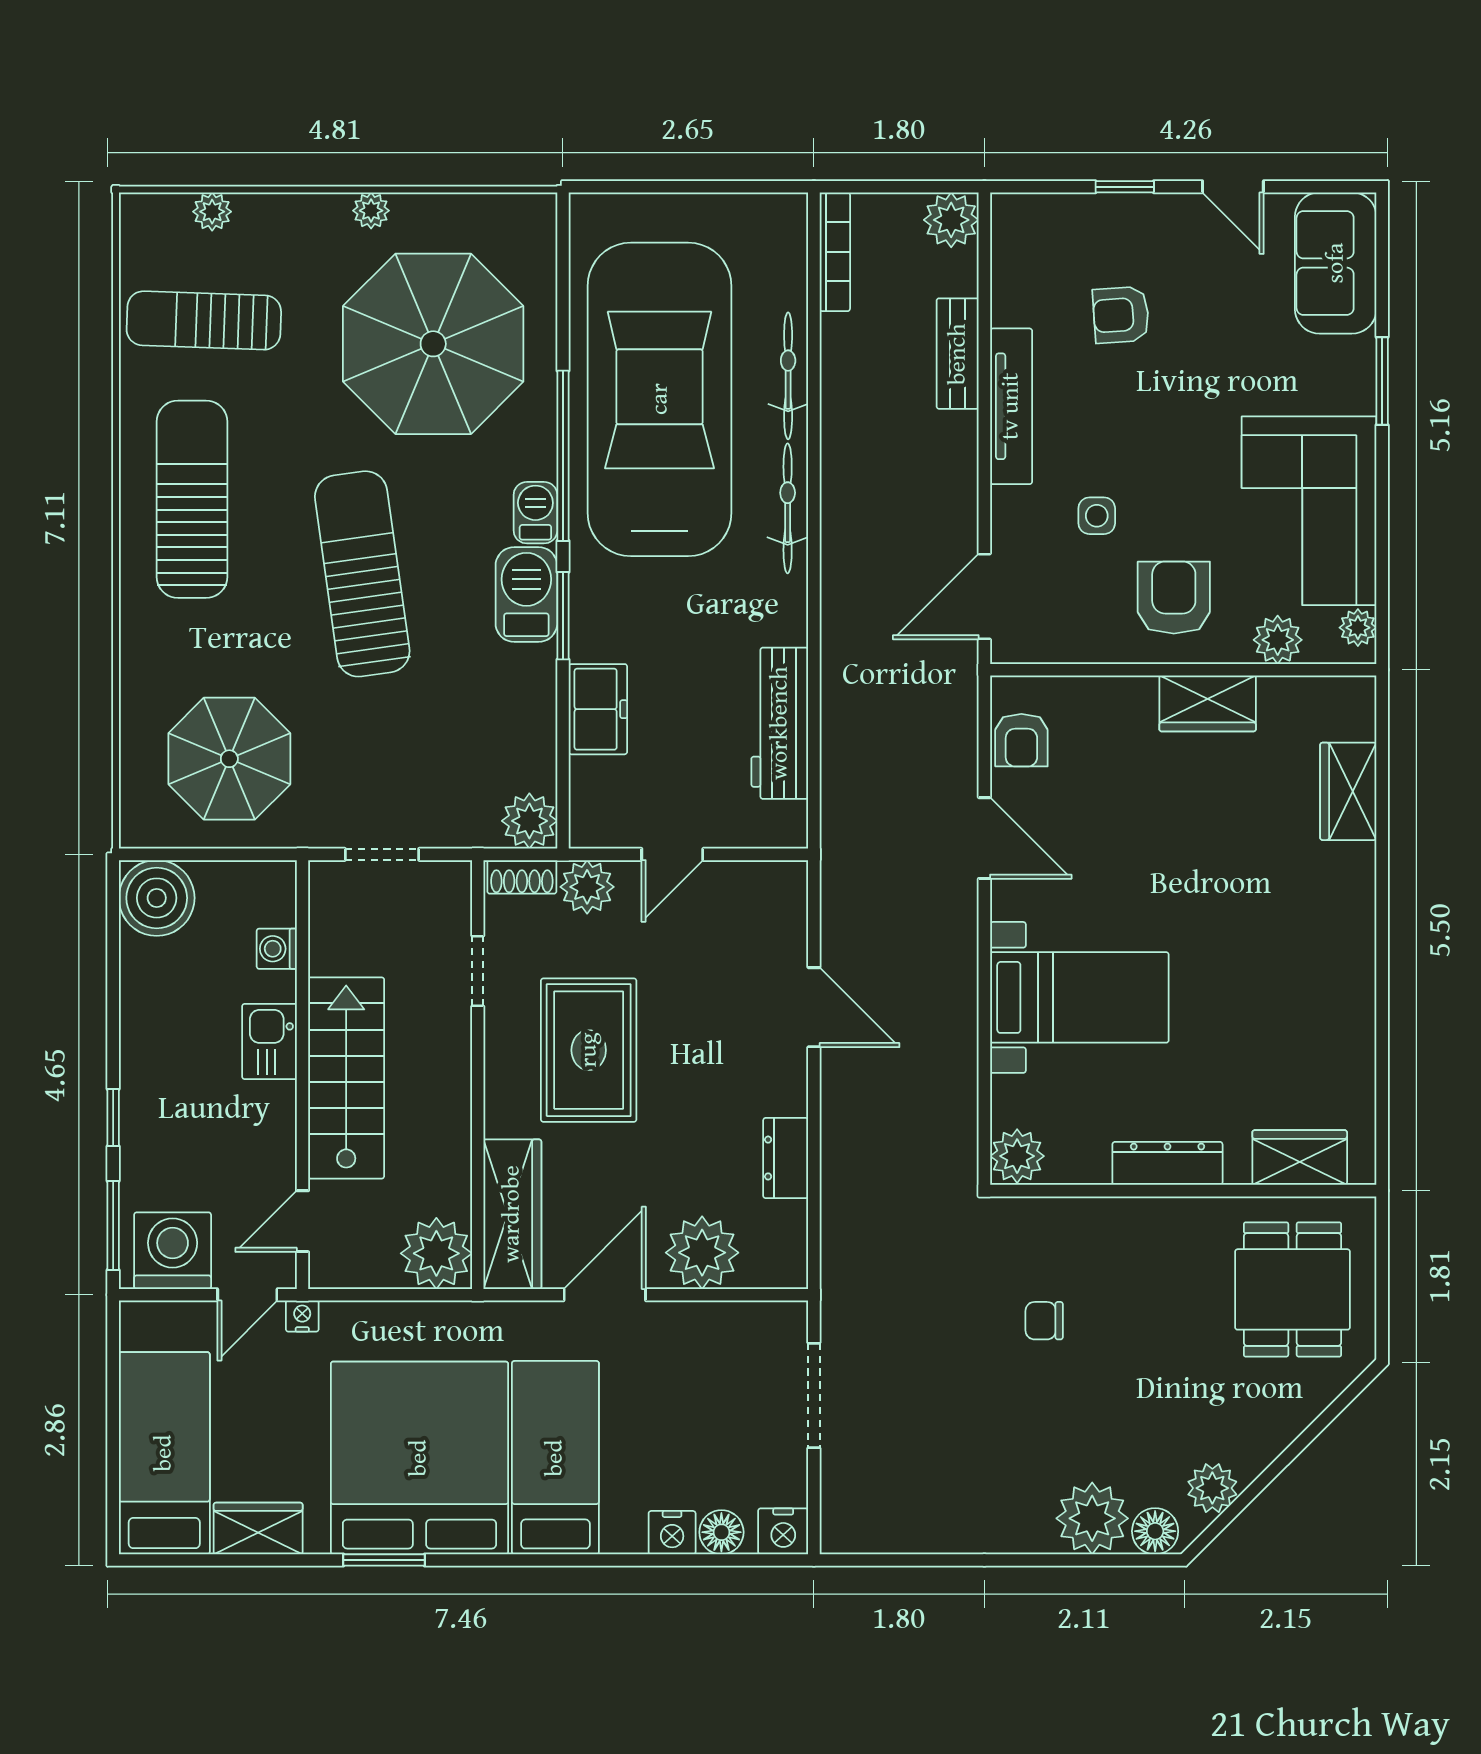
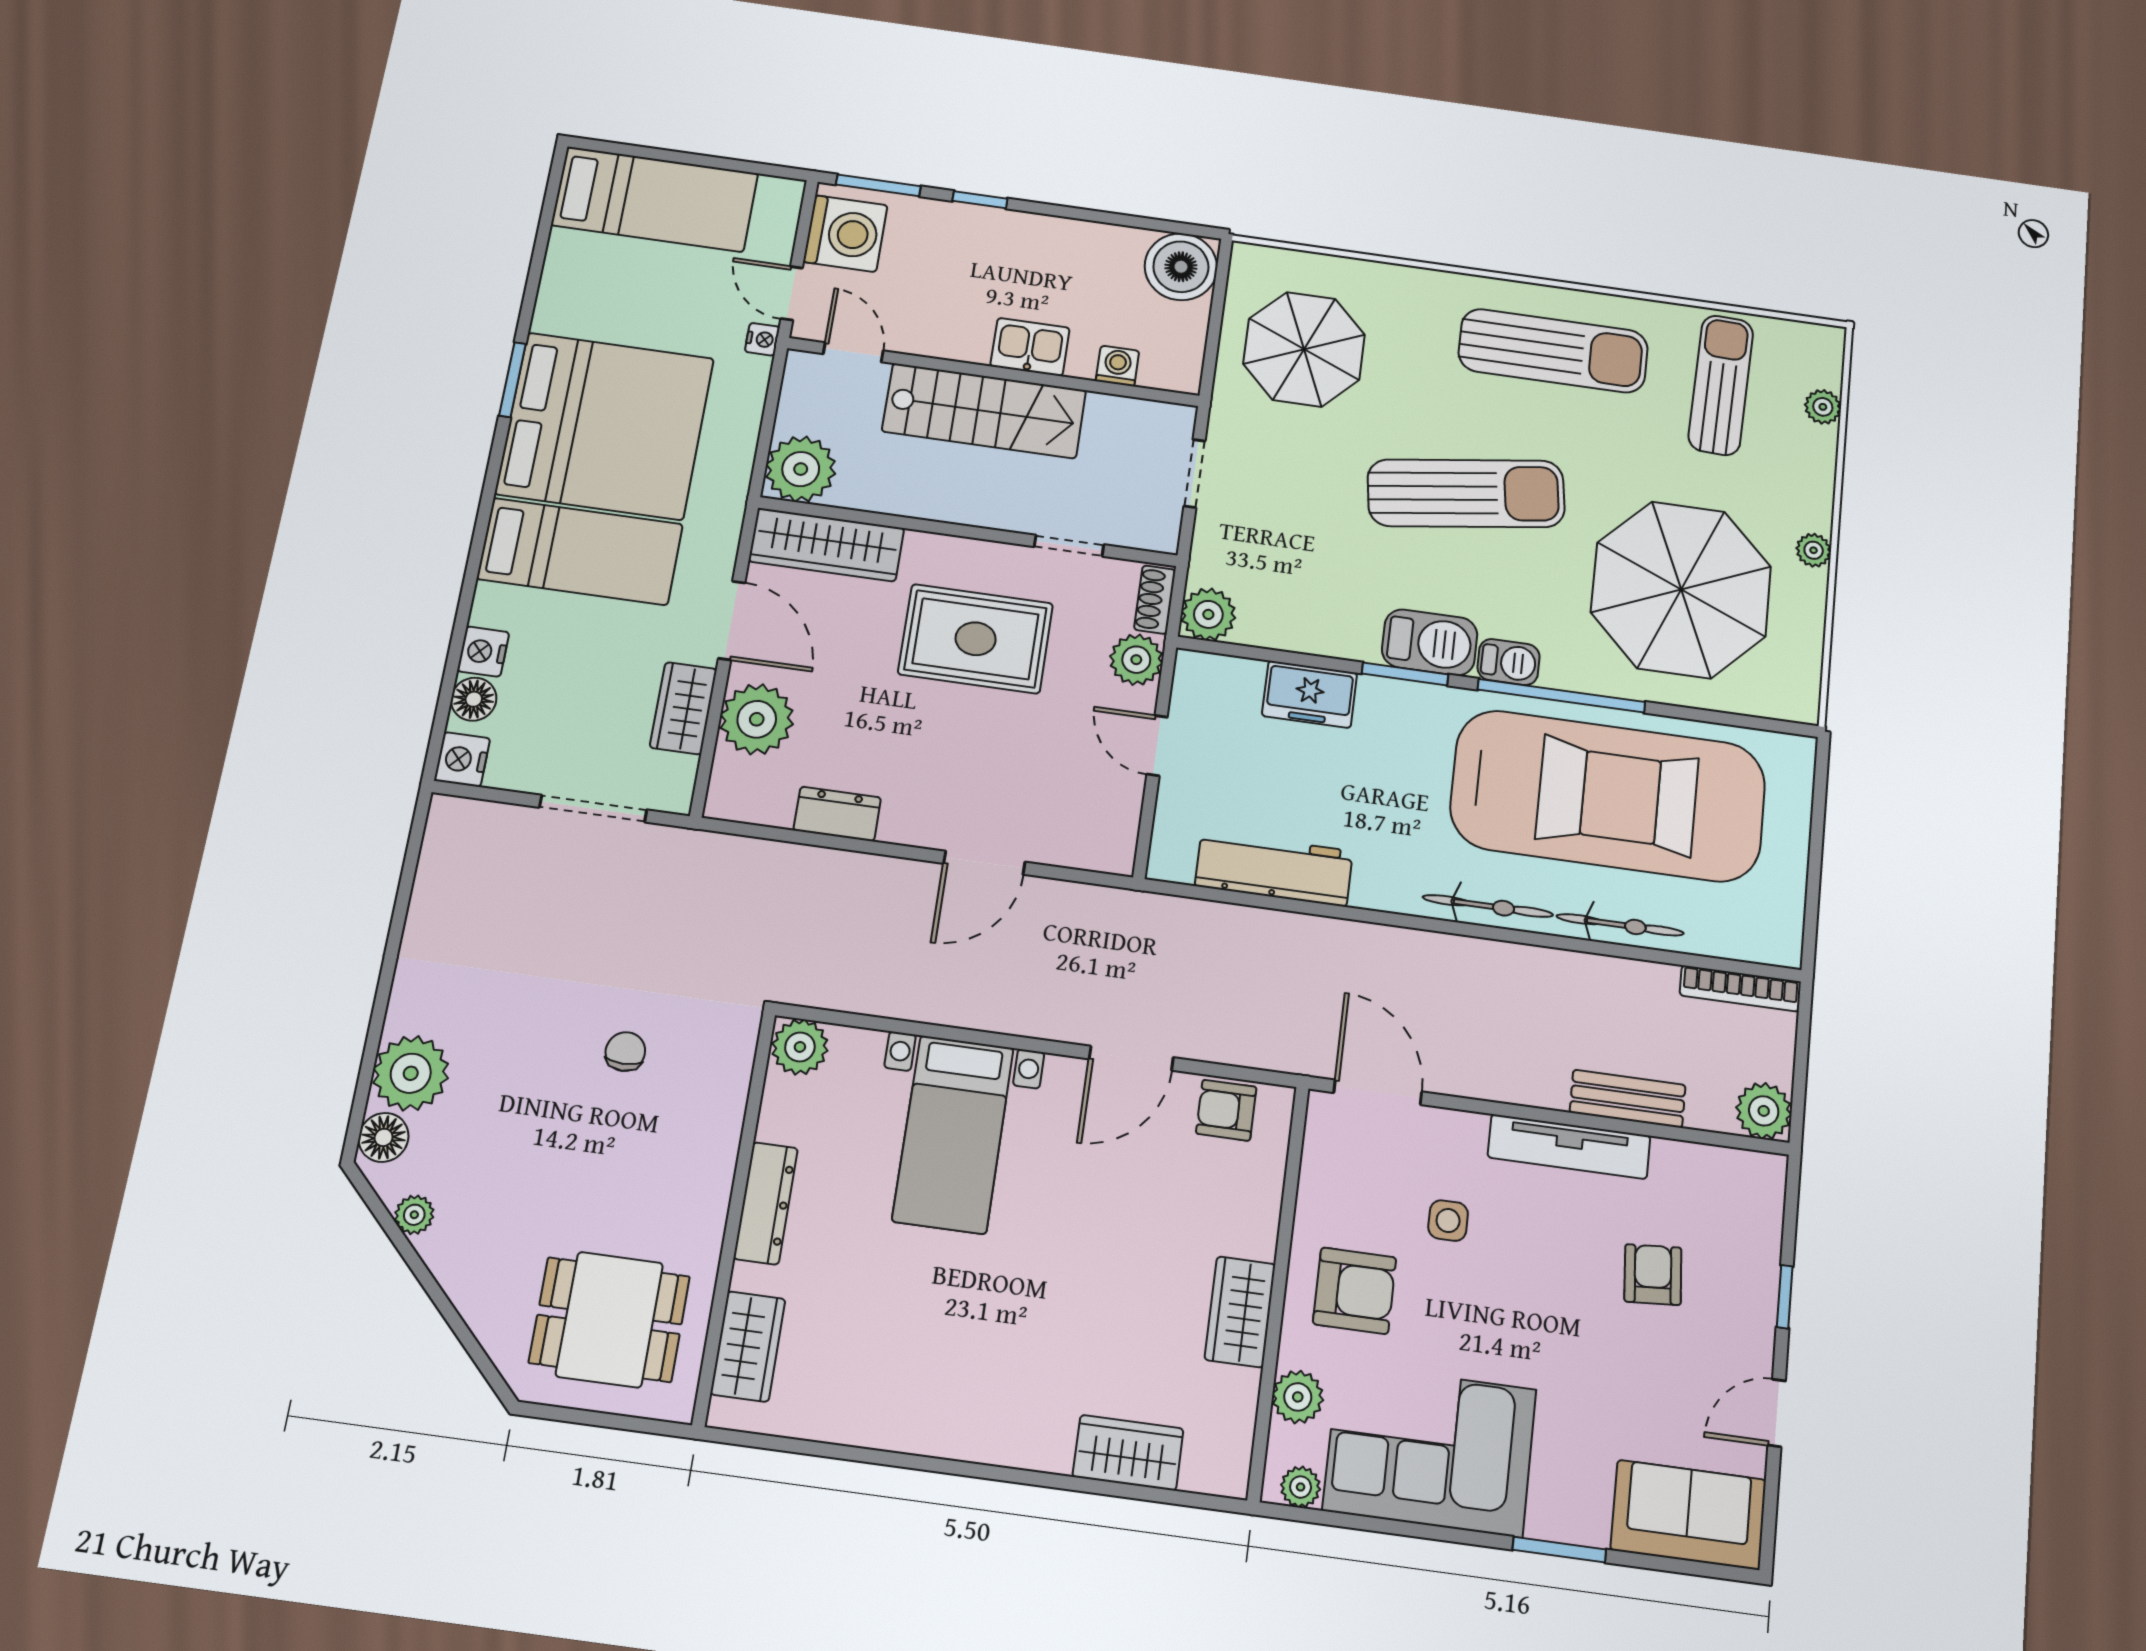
plant: (1212, 1488) -> (414, 1215), width x0.73, depth x0.73
wardrobe: (258, 1528) -> (683, 708), moved, turned 180

